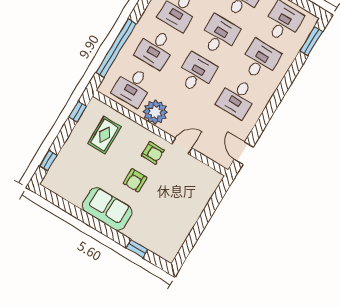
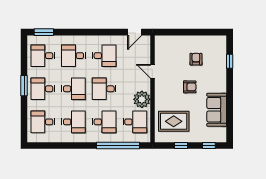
desk: (219, 35) -> (73, 89), turned 180
window: (78, 112) -> (181, 146), moved
rug: (104, 135) -> (174, 121), width x1.36, depth x1.43
armchair: (153, 153) -> (196, 59), moved
sofa: (107, 209) -> (217, 110), moved

